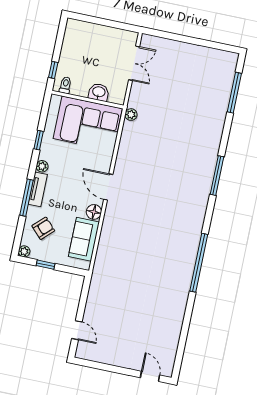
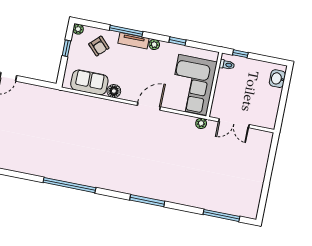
double door: (134, 63) -> (234, 123), moved
washbasin: (99, 92) -> (277, 79), moved, turned 180
door: (108, 187) -> (149, 106), moved

